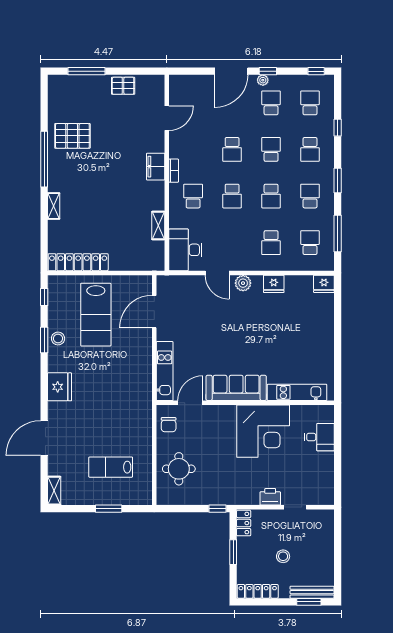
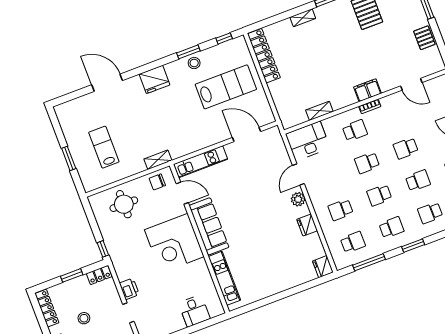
lab bench: (96, 315) -> (226, 87), turned 180
corner desk: (263, 431) -> (174, 243), moved
shelving: (54, 491) -> (158, 160), moved

